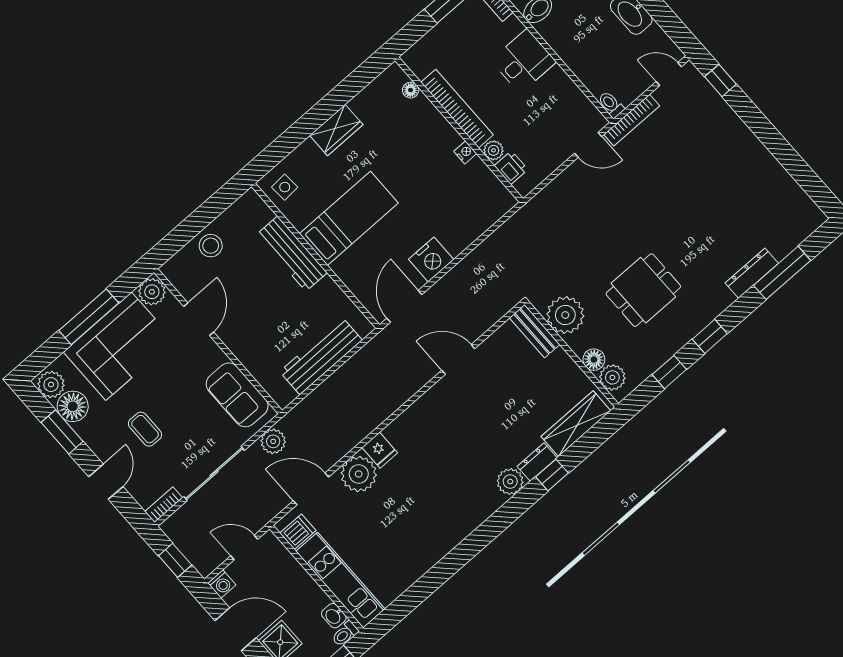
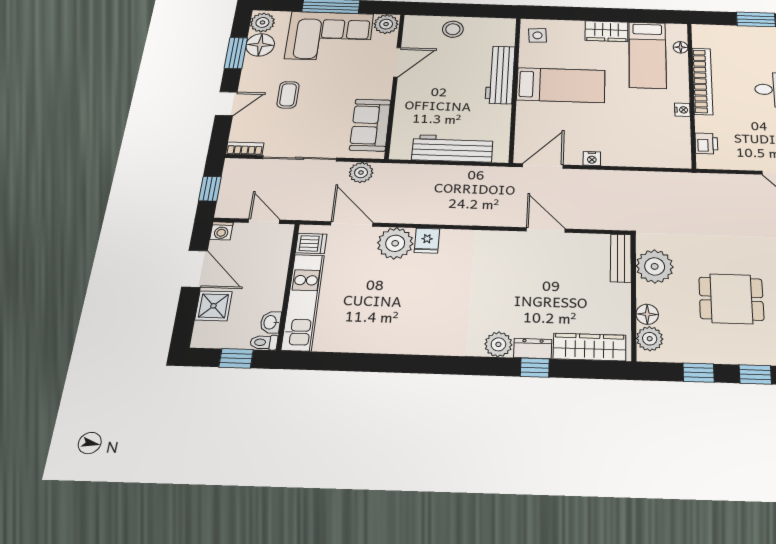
bed: (391, 123) -> (648, 55), added
plant: (493, 150) -> (704, 124), removed
nightstand: (431, 259) -> (592, 159), width x0.53, depth x0.56

